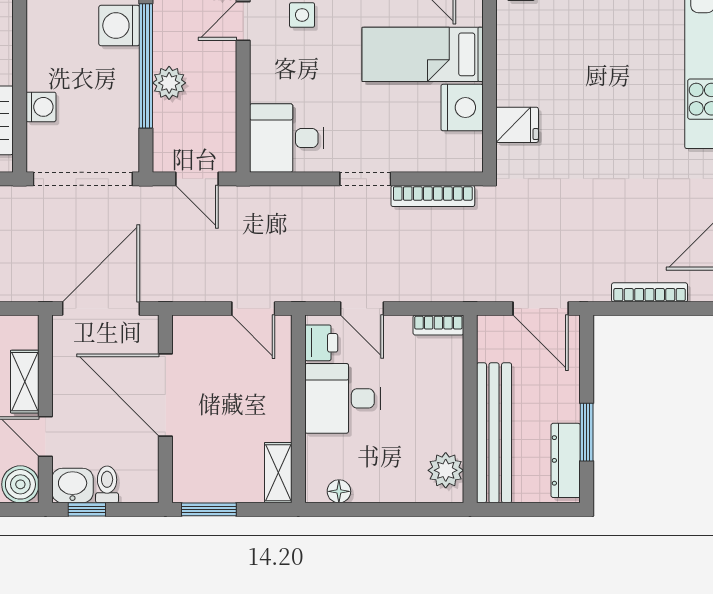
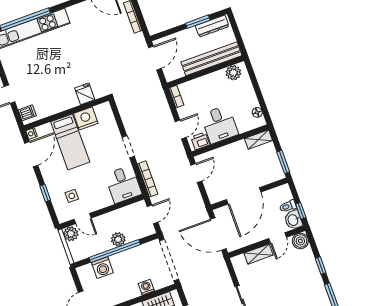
bookcase: (433, 196) -> (148, 179), moved

